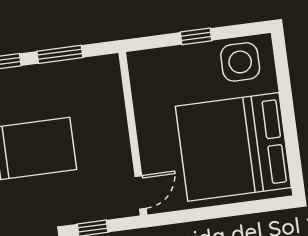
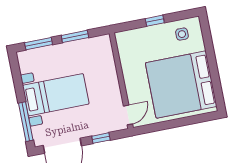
side table: (240, 62) -> (182, 34), width x0.54, depth x0.54

